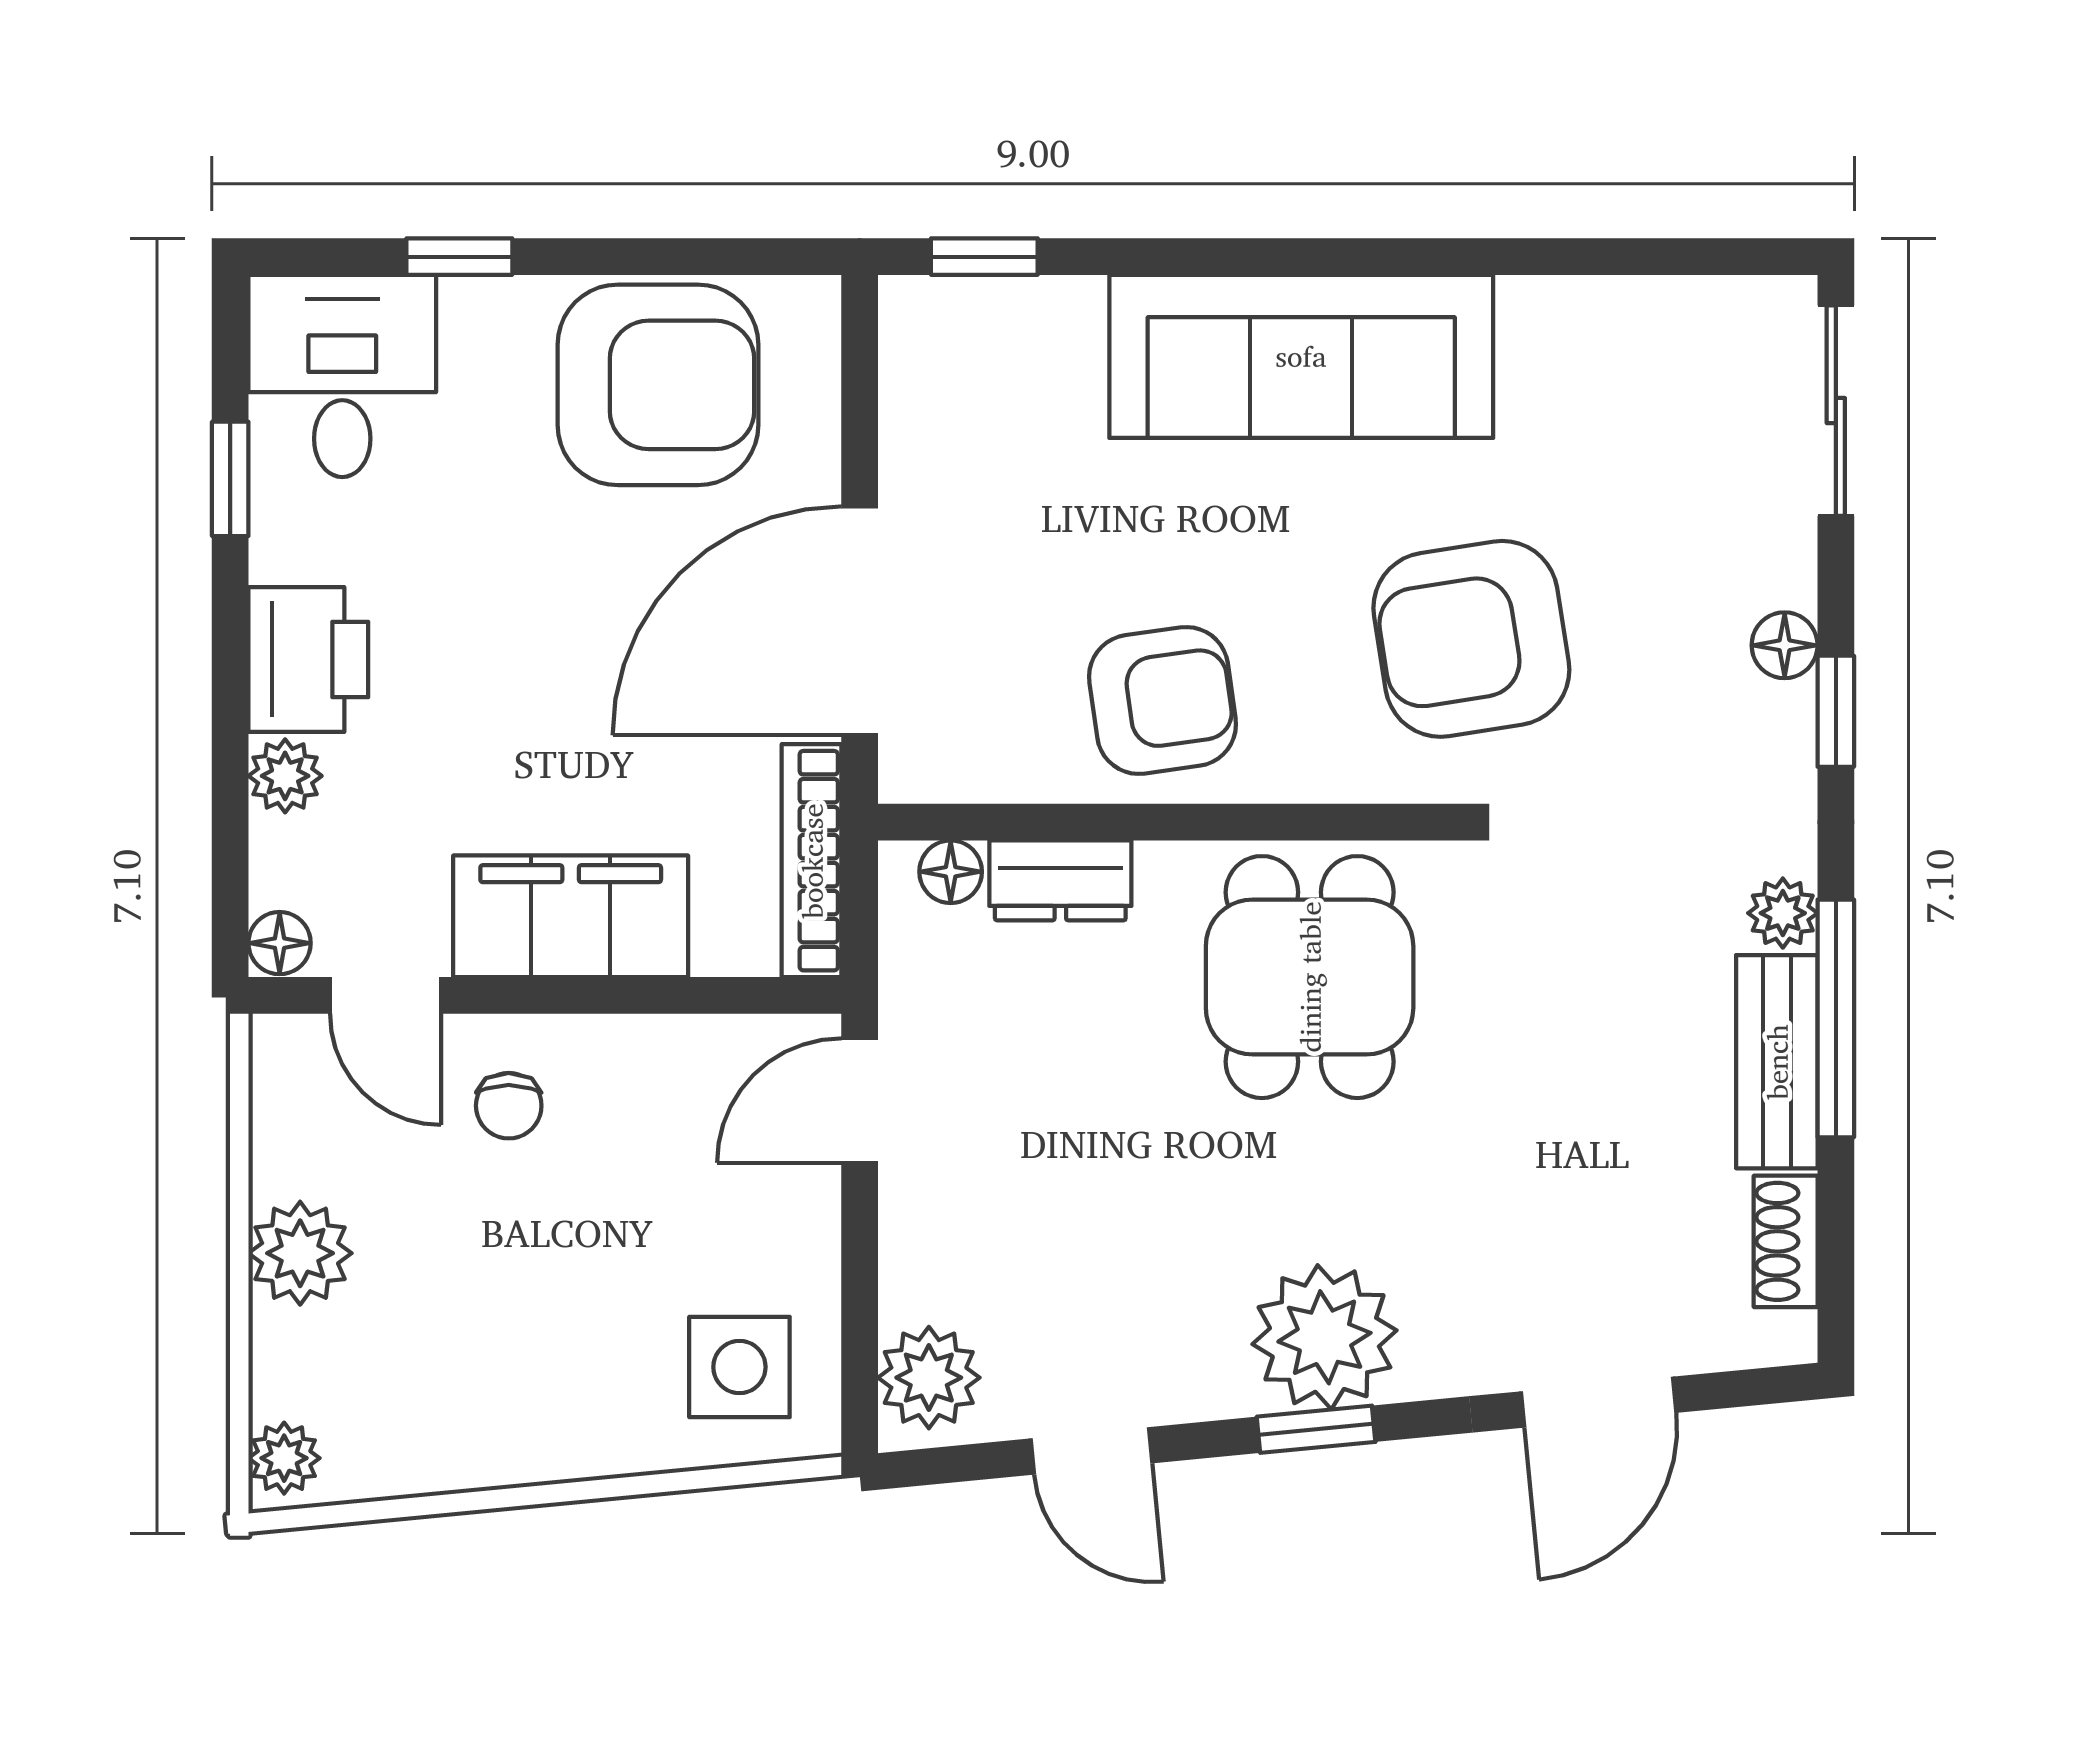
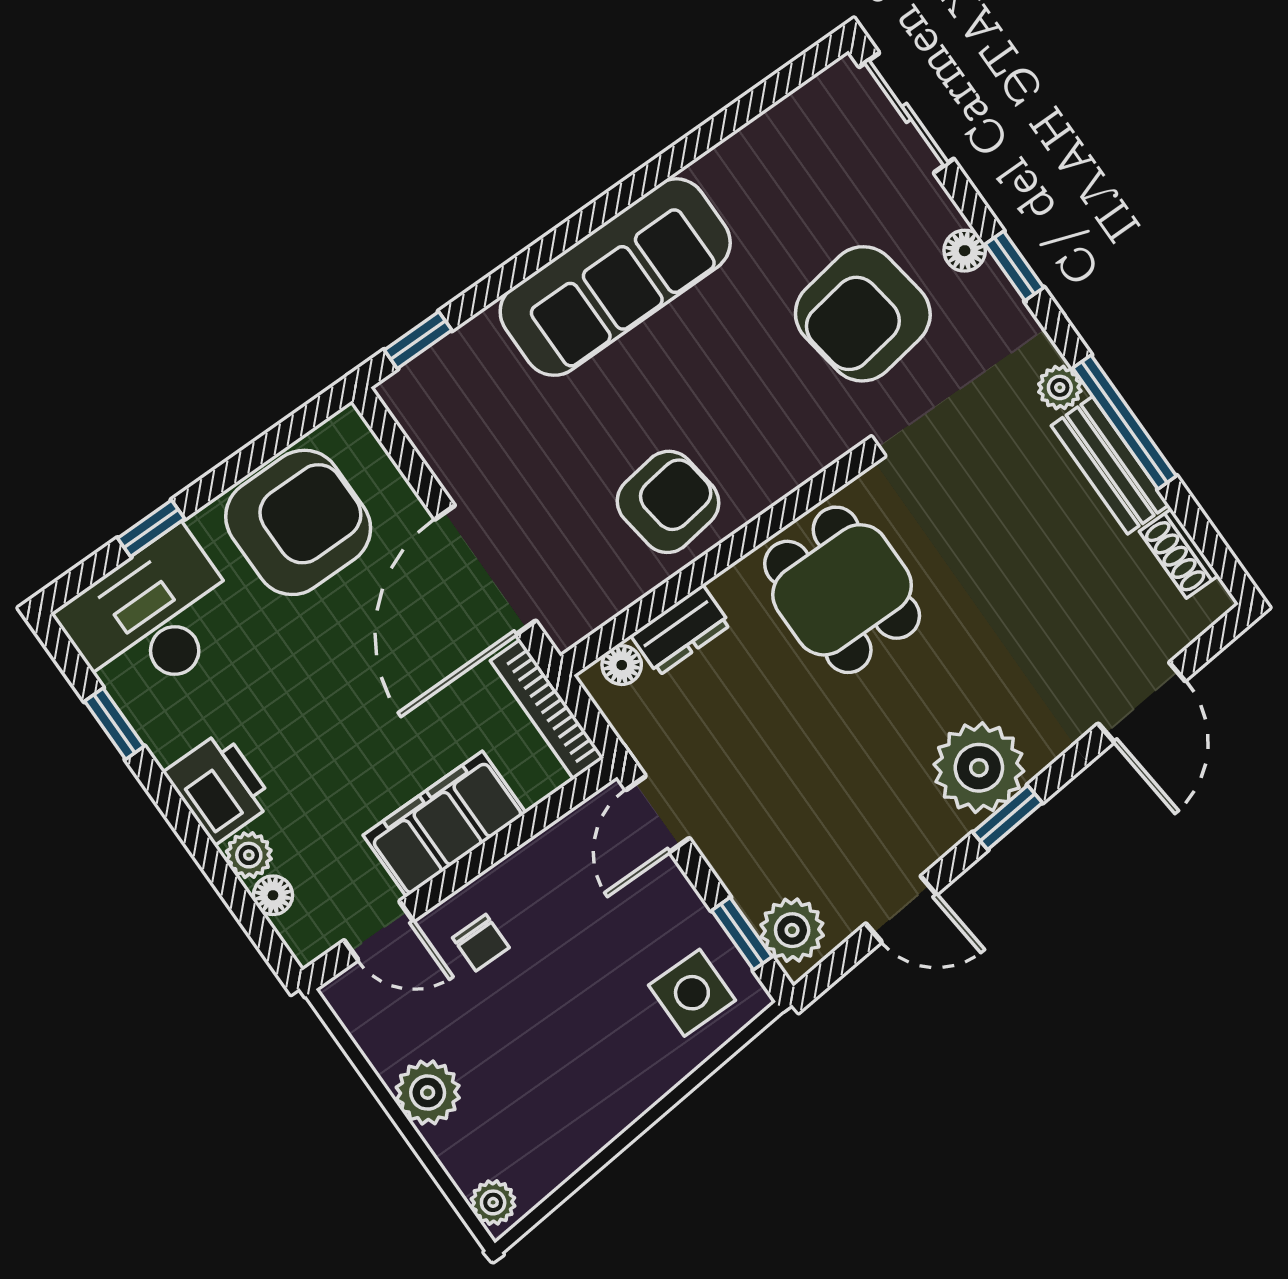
desk: (342, 376) -> (152, 619), width x1.37
armchair: (1471, 639) -> (863, 314), moved
floor lamp: (280, 943) -> (273, 895), moved
window: (860, 1336) -> (742, 934), added

